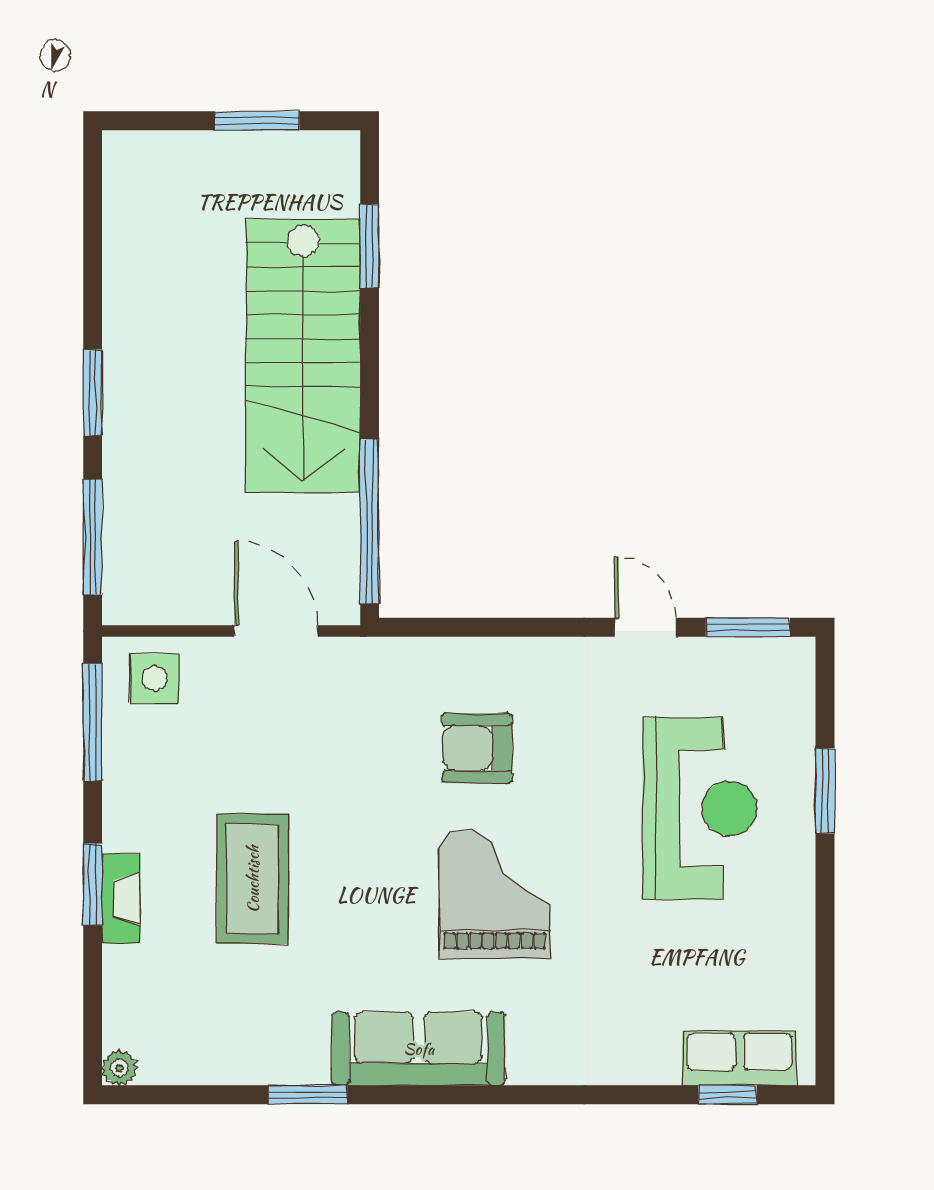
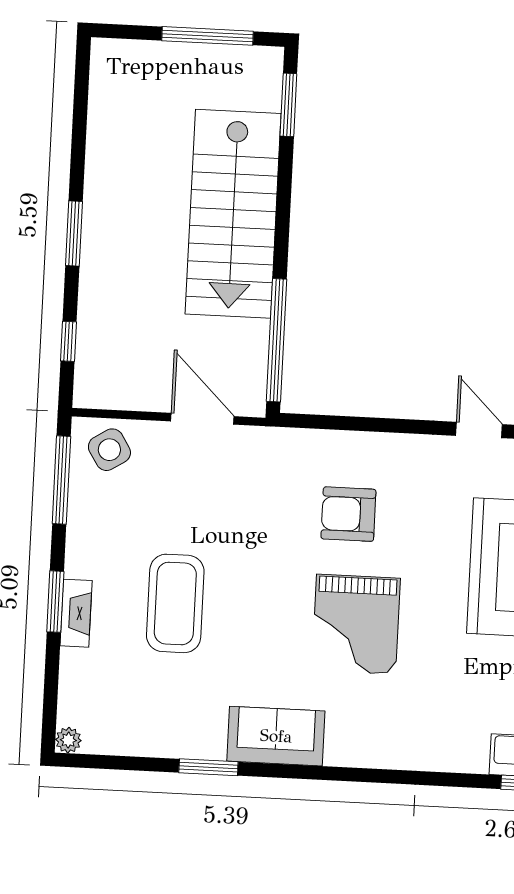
window: (257, 121) -> (207, 36), width x1.44
window: (370, 246) -> (288, 105), moved
window: (93, 537) -> (68, 341), width x0.46
side table: (154, 678) -> (109, 450), turned -32
grand piano: (495, 894) -> (356, 624), turned 180
sofa: (419, 1049) -> (276, 736), width x0.73

